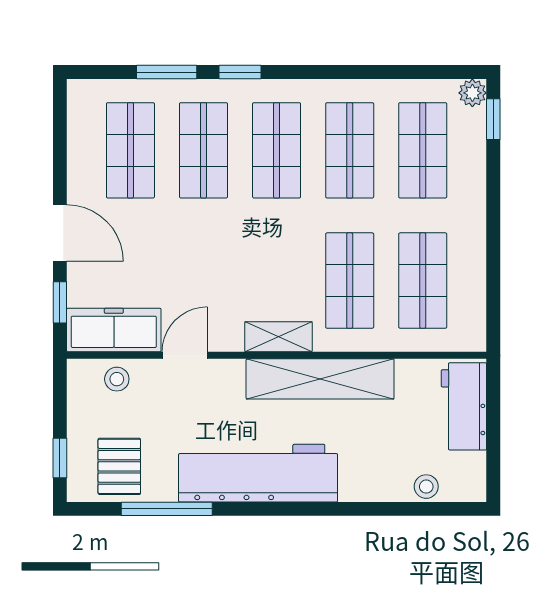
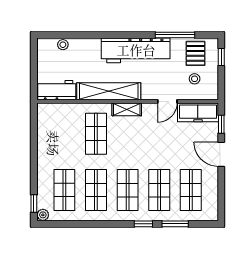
shop shelf: (423, 281) -> (64, 134), removed
stool: (117, 379) -> (195, 79), moved
workbench: (464, 406) -> (57, 90), moved, turned -90

